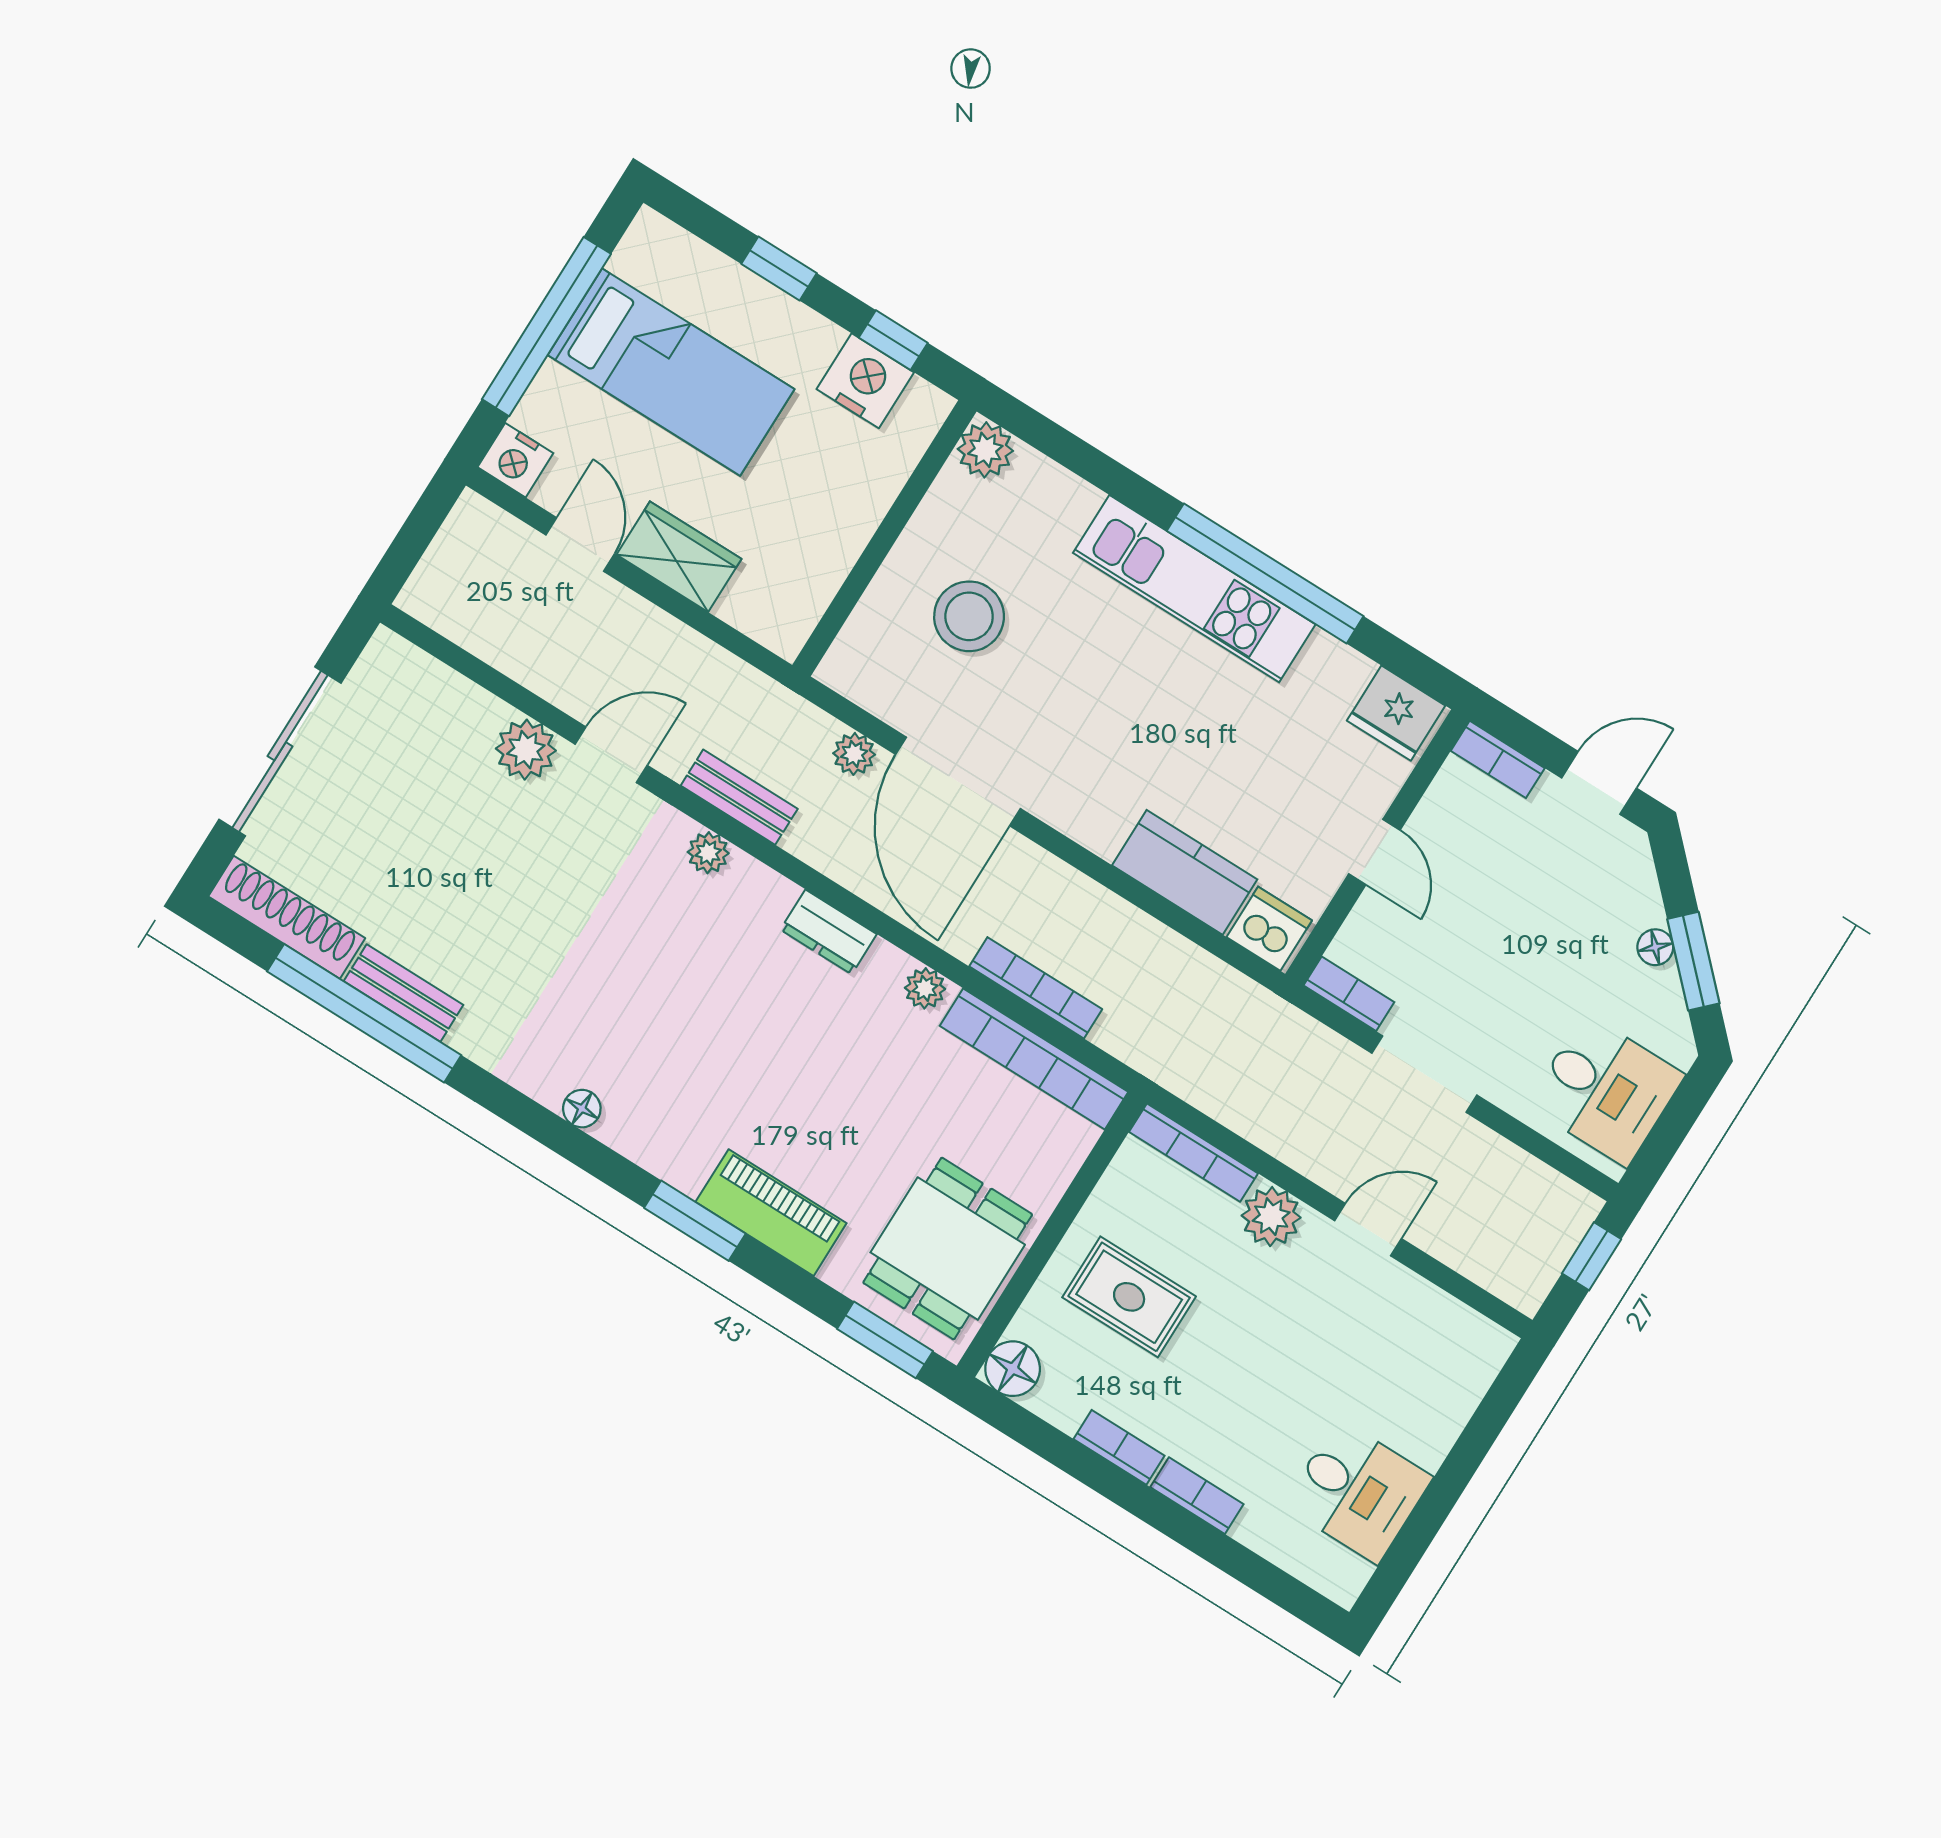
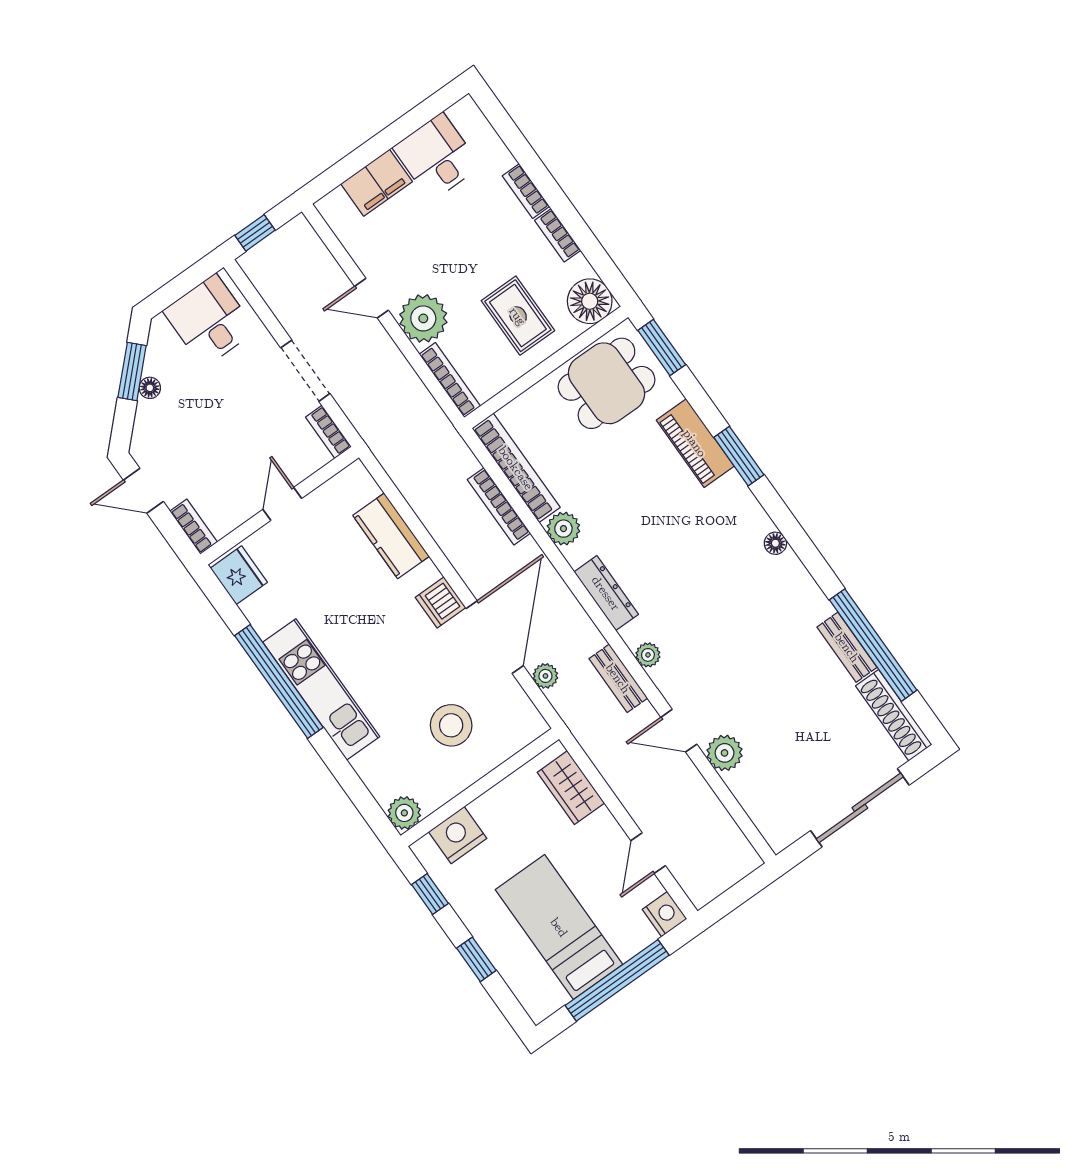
nightstand: (865, 381) -> (458, 835), moved, turned 90
wardrobe: (679, 557) -> (571, 788), moved
dishwasher: (1269, 929) -> (440, 603), moved
dresser: (829, 932) -> (606, 593), width x1.44
plant: (925, 988) -> (563, 529), width x1.38, depth x1.38
plant: (1271, 1217) -> (423, 318), width x1.36, depth x1.36
floor lamp: (1013, 1369) -> (590, 301), width x1.38, depth x1.38
filing cabinet: (1435, 1413) -> (377, 183), added

